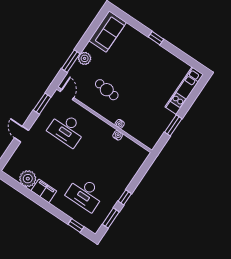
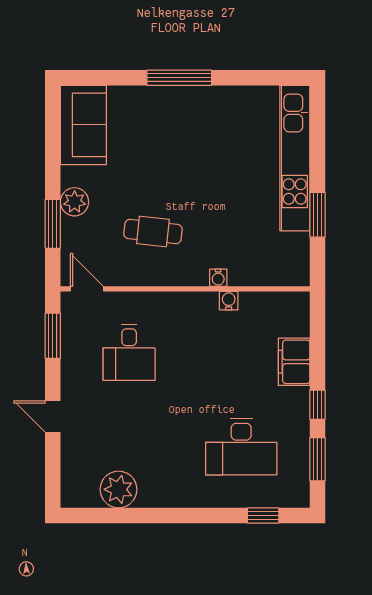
window: (156, 38) -> (179, 78), width x2.17
kitchen unit: (184, 91) -> (295, 158), width x1.36
desk: (67, 129) -> (129, 352), width x0.73
filing cabinet: (44, 191) -> (294, 362), moved, turned -90

